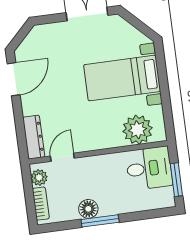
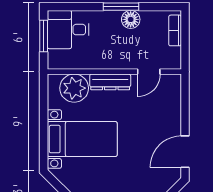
dresser: (34, 137) -> (110, 82), moved, turned -90
desk: (149, 168) -> (68, 30), moved
plant: (39, 178) -> (173, 55), removed

